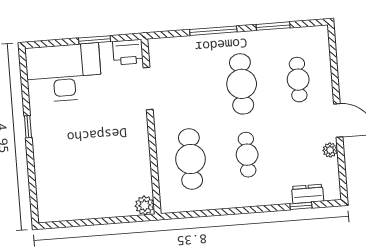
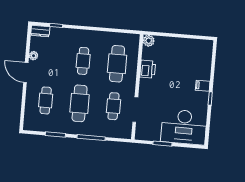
printer: (128, 52) -> (148, 69), moved, turned 90
cafe table: (185, 88) -> (113, 106), added
filing cabinet: (44, 146) -> (203, 86), added
dresser: (308, 194) -> (40, 31), moved

